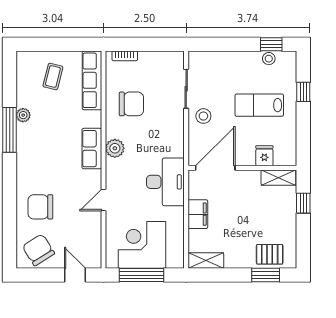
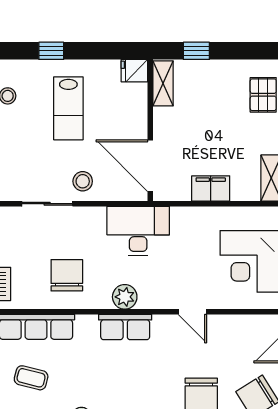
fridge: (264, 156) -> (134, 71), moved
desk: (165, 182) -> (138, 231), moved

